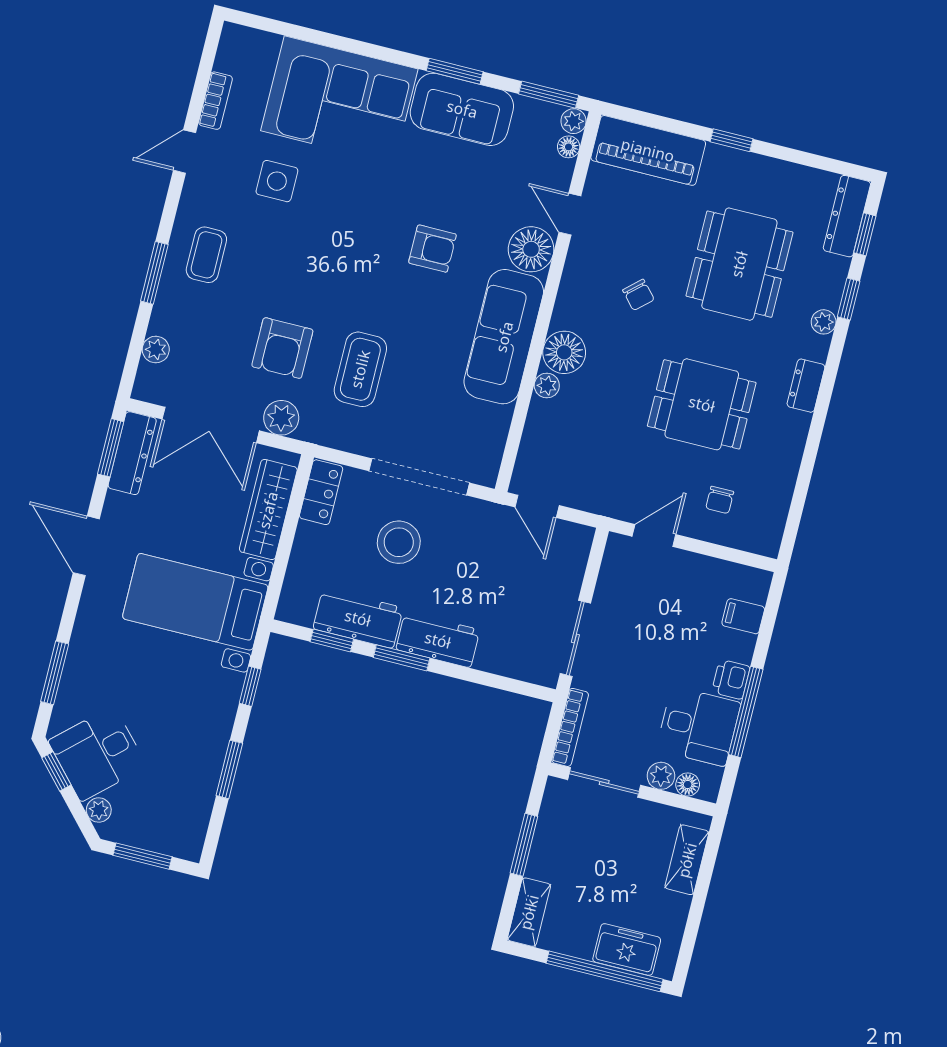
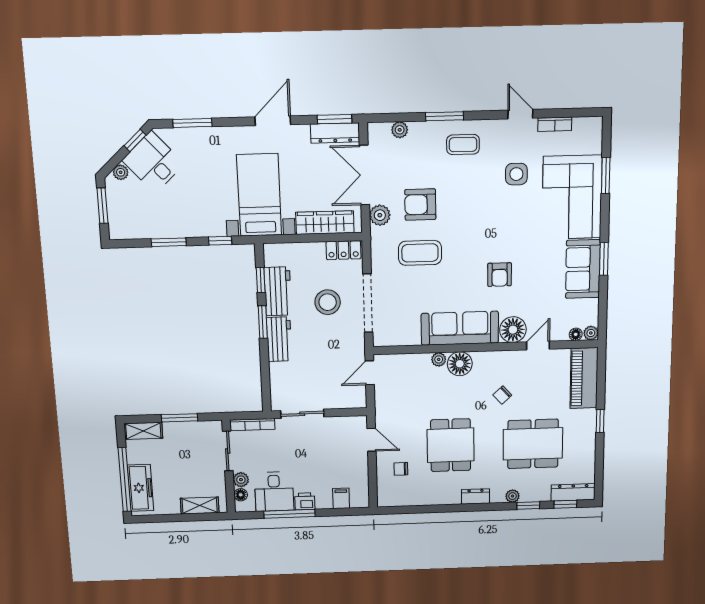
window: (549, 95) -> (606, 175), moved
freezer: (627, 950) -> (140, 488), width x1.40

